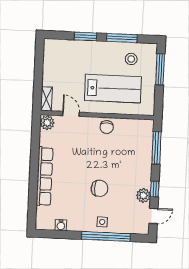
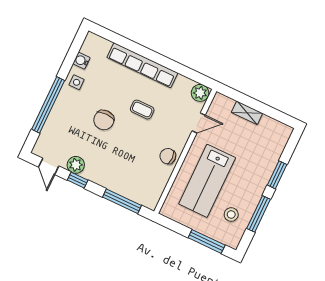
shelving: (46, 99) -> (247, 113), moved
coffee table: (79, 162) -> (142, 110), added
side table: (102, 222) -> (77, 82), moved

